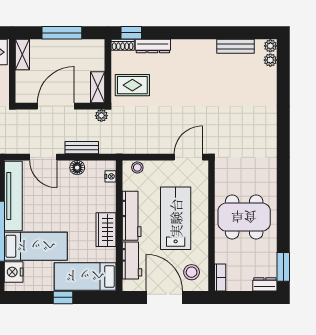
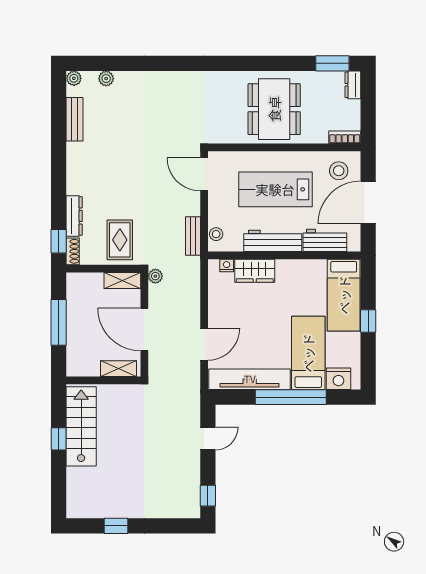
shelving: (22, 55) -> (119, 369), moved
plant: (270, 60) -> (106, 79), moved
bench: (82, 148) -> (193, 236), moved
floor lamp: (77, 168) -> (216, 305), removed
wardrobe: (106, 230) -> (255, 271), moved

